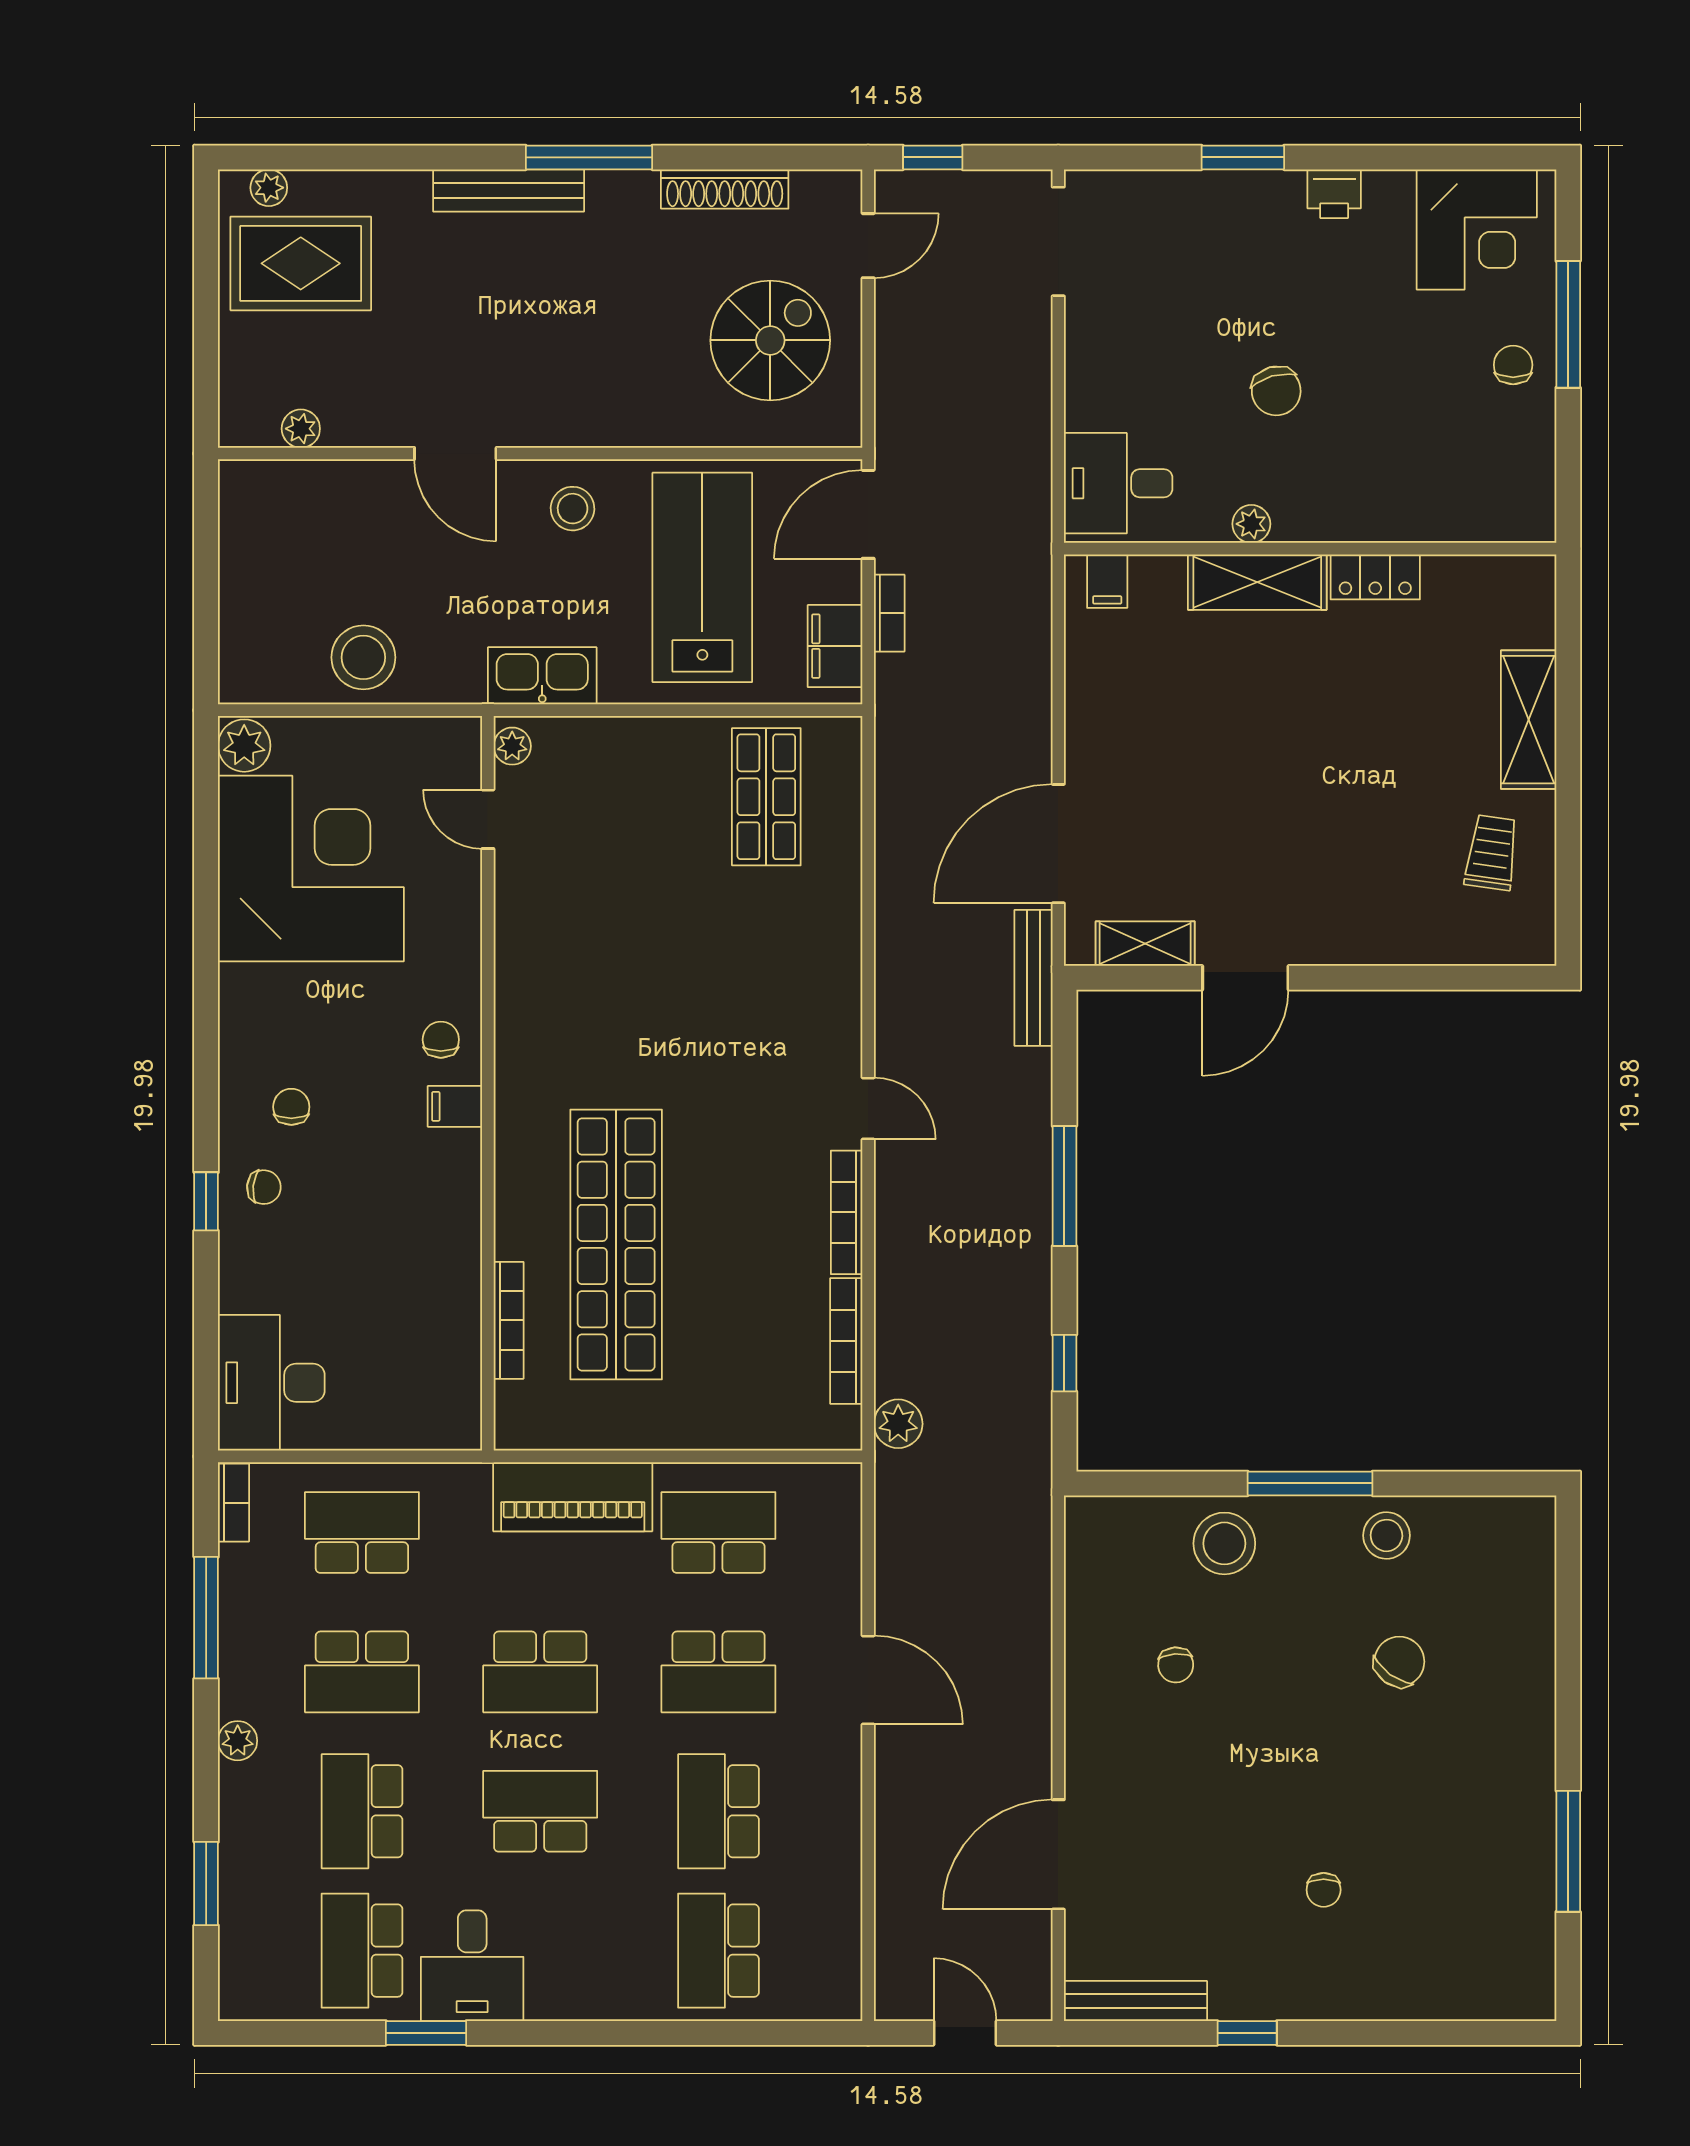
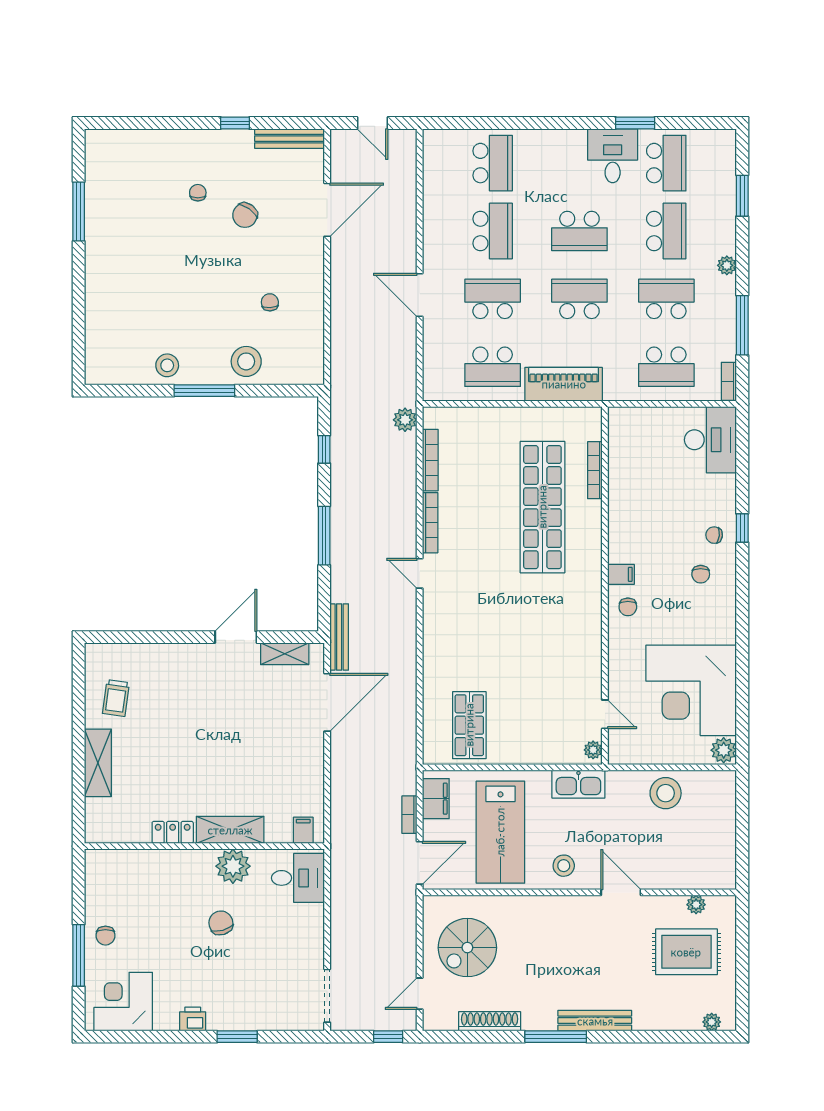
rug: (301, 263) -> (686, 952), moved
plant: (1251, 524) -> (233, 866), width x1.87, depth x1.87
chair: (1399, 1662) -> (245, 215), moved

